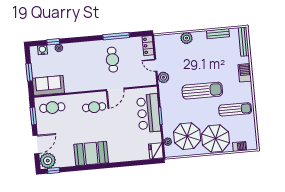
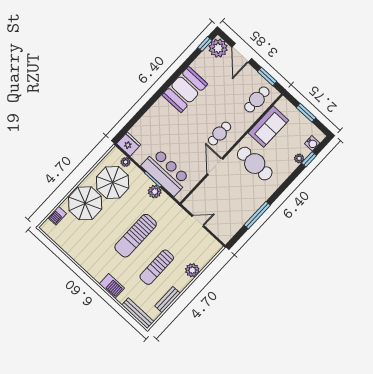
locker: (148, 46) -> (221, 232), removed
cafe table: (112, 60) -> (255, 164), moved, width x1.37, depth x1.35
plant: (163, 77) -> (155, 192), moved
sofa: (48, 86) -> (268, 127), moved
sun lounger: (235, 109) -> (157, 267), moved

